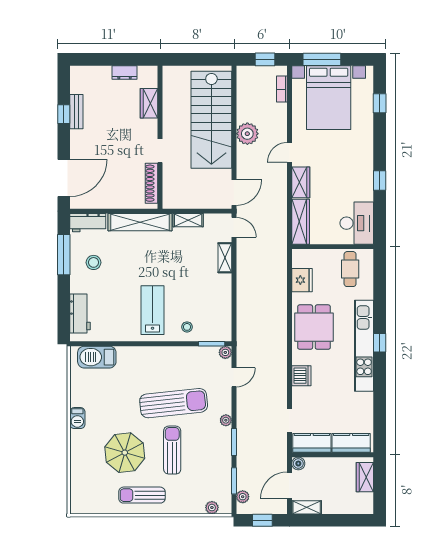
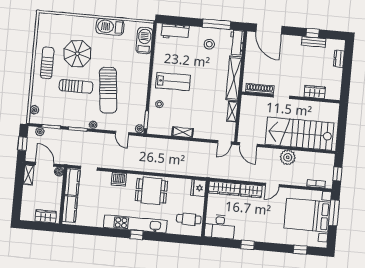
dresser: (125, 72) -> (339, 59), moved
door: (289, 152) -> (272, 185), swing flipped
shelving: (225, 258) -> (183, 132), moved
fridge: (302, 280) -> (198, 188), moved, turned 90
barbecue: (77, 418) -> (110, 27), width x1.88, depth x1.53

